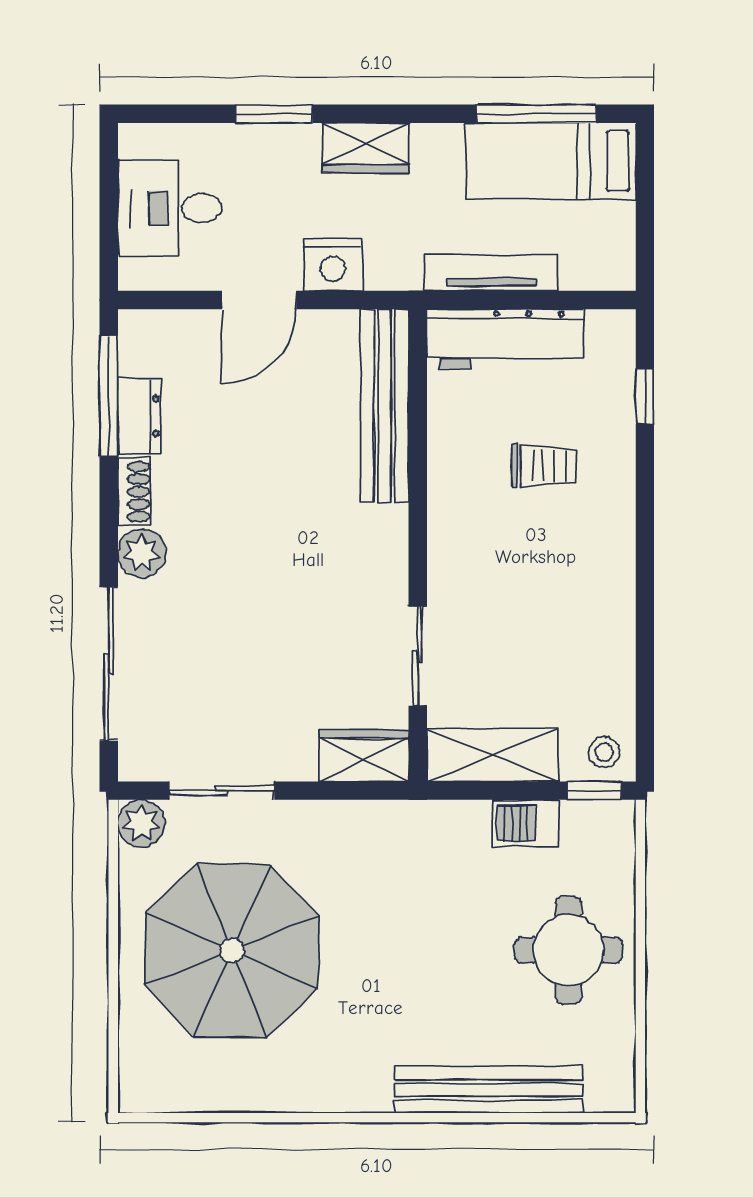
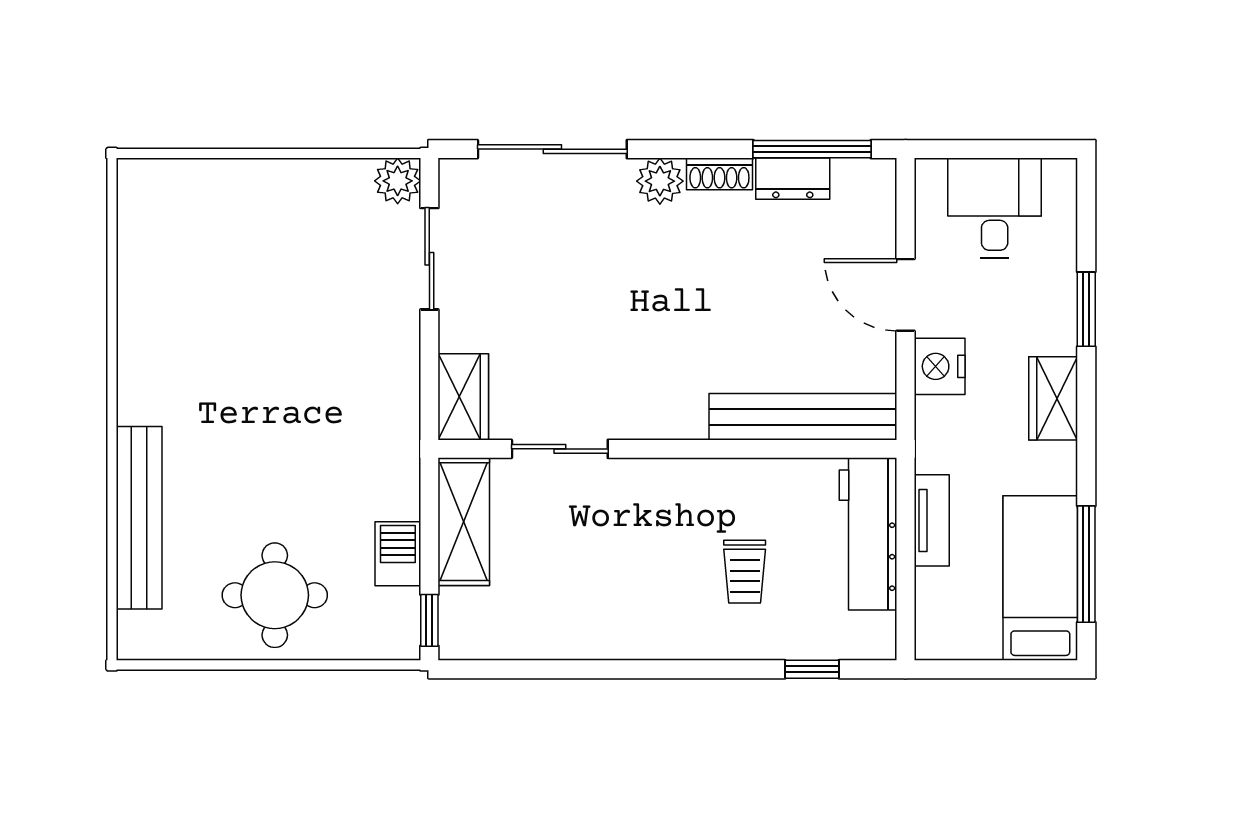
tv unit: (491, 273) -> (932, 520), width x0.71
stool: (604, 752) -> (467, 630), removed
parasol: (232, 951) -> (274, 269), removed

